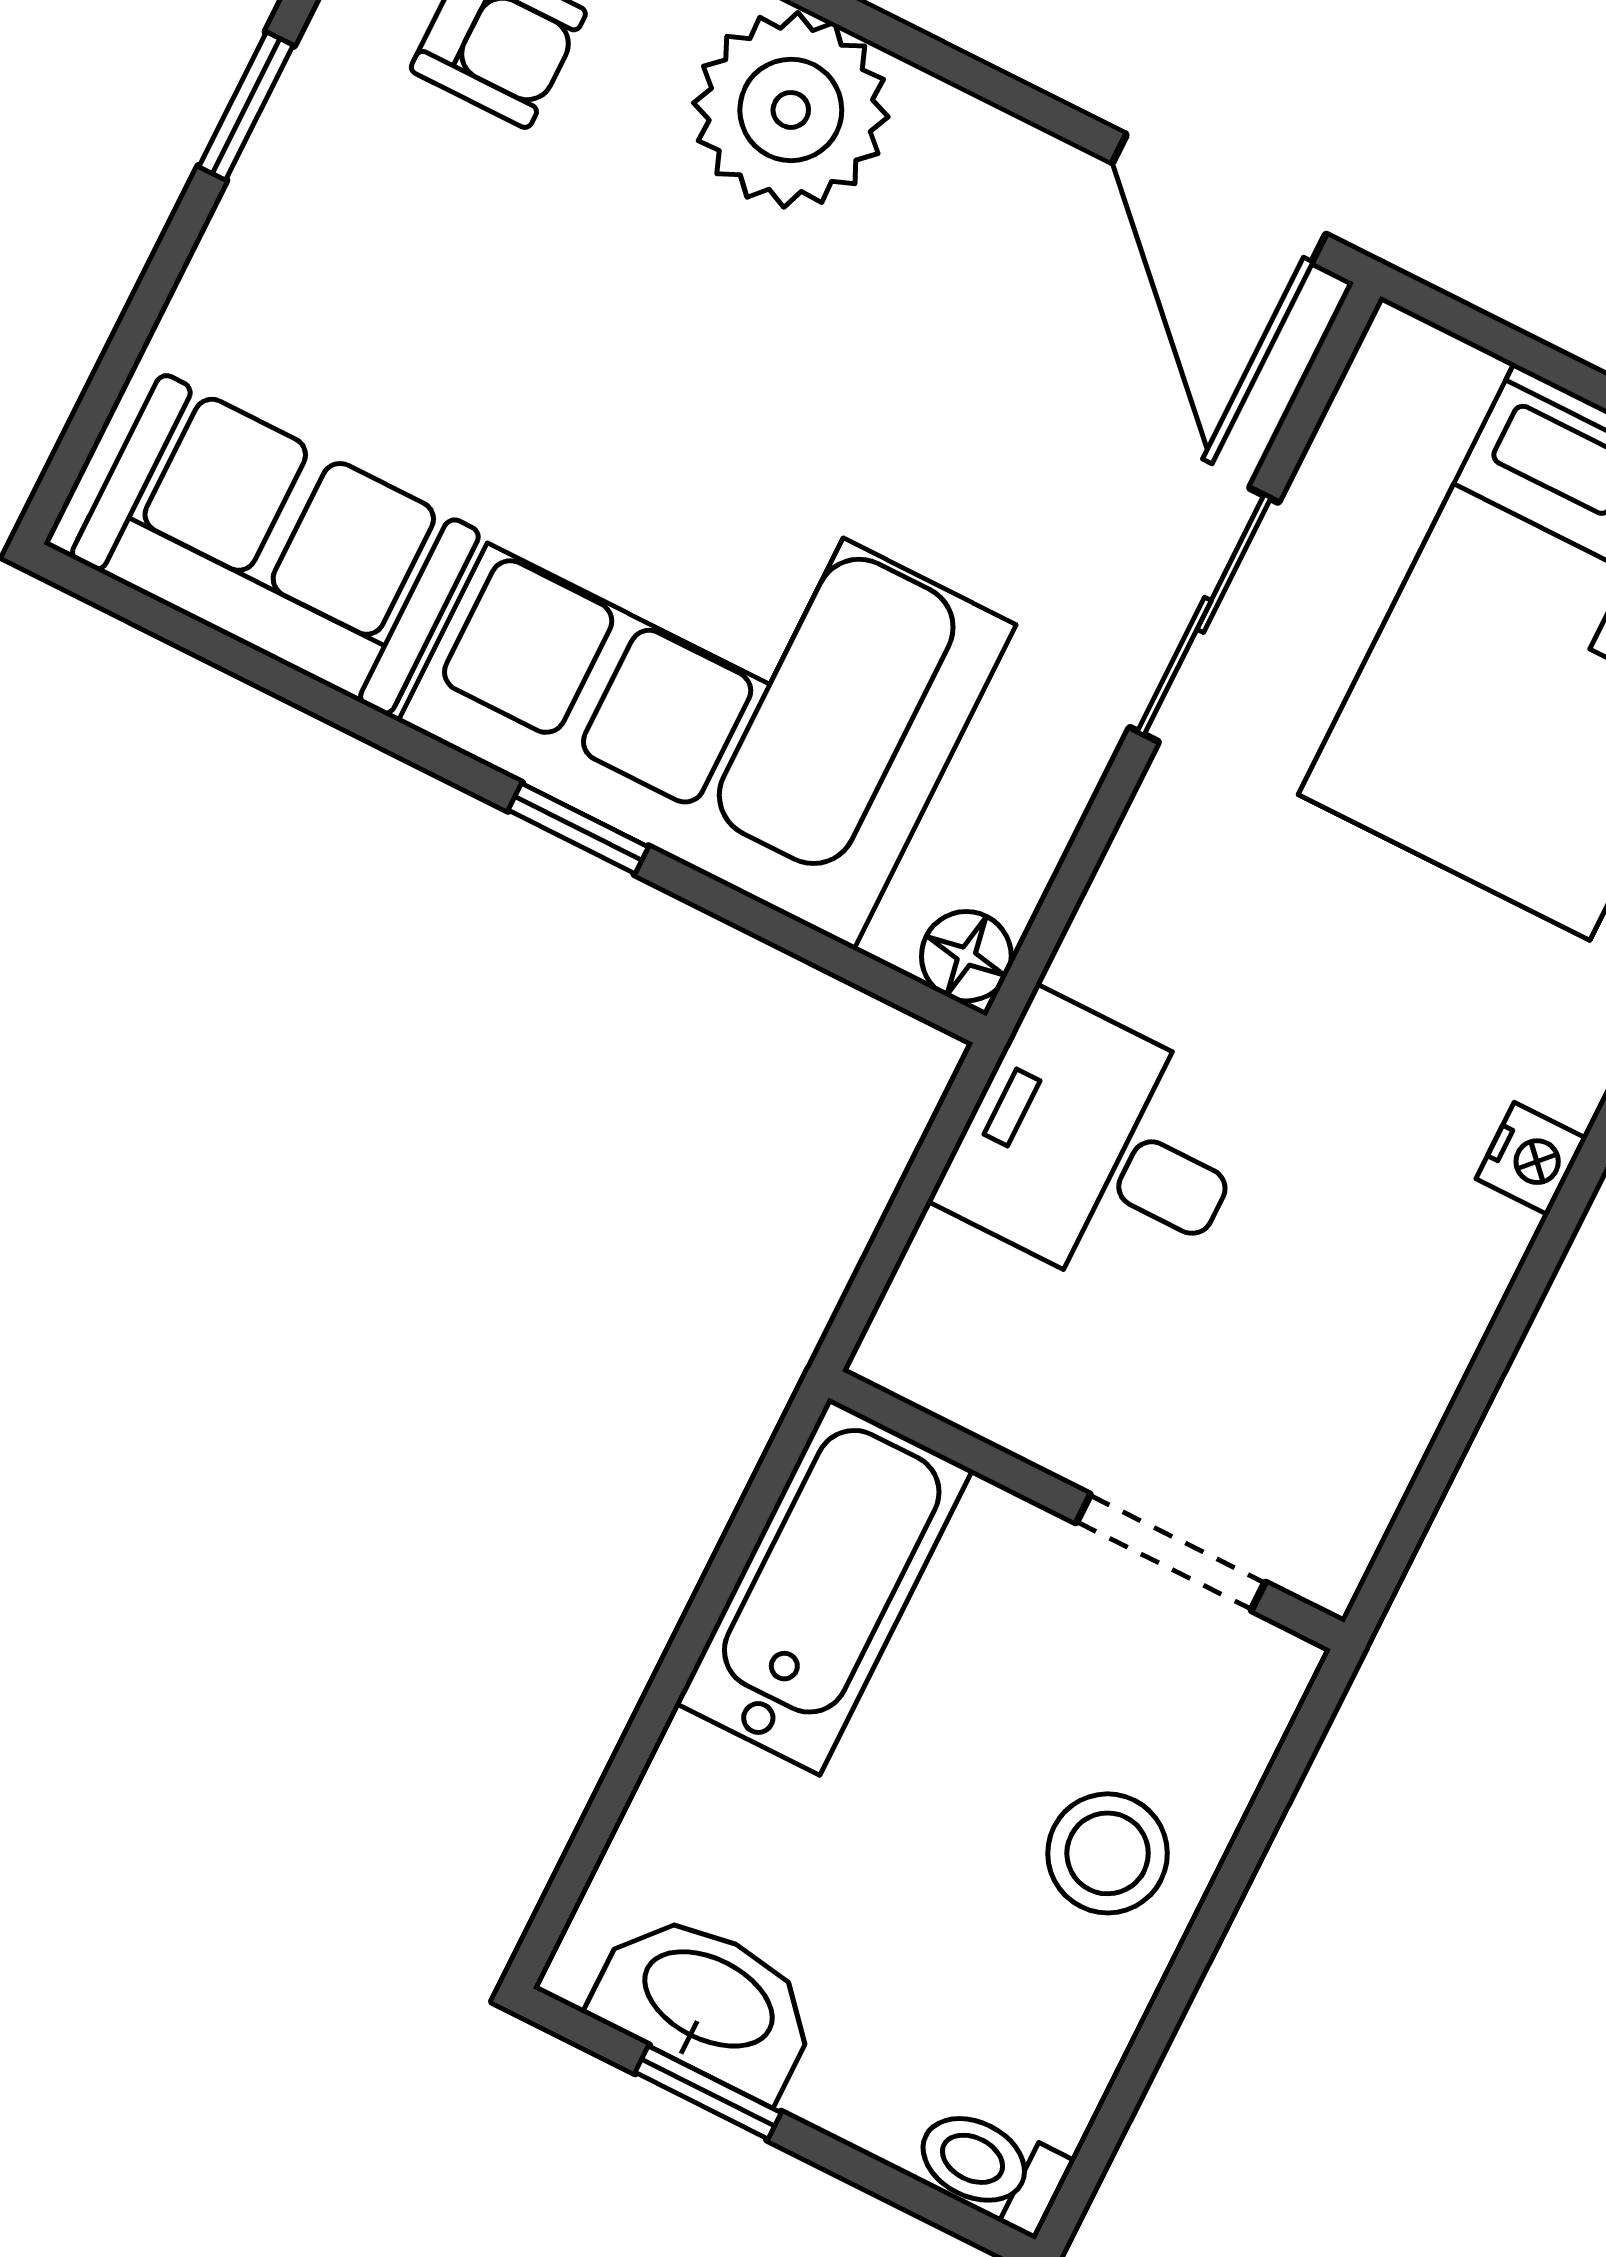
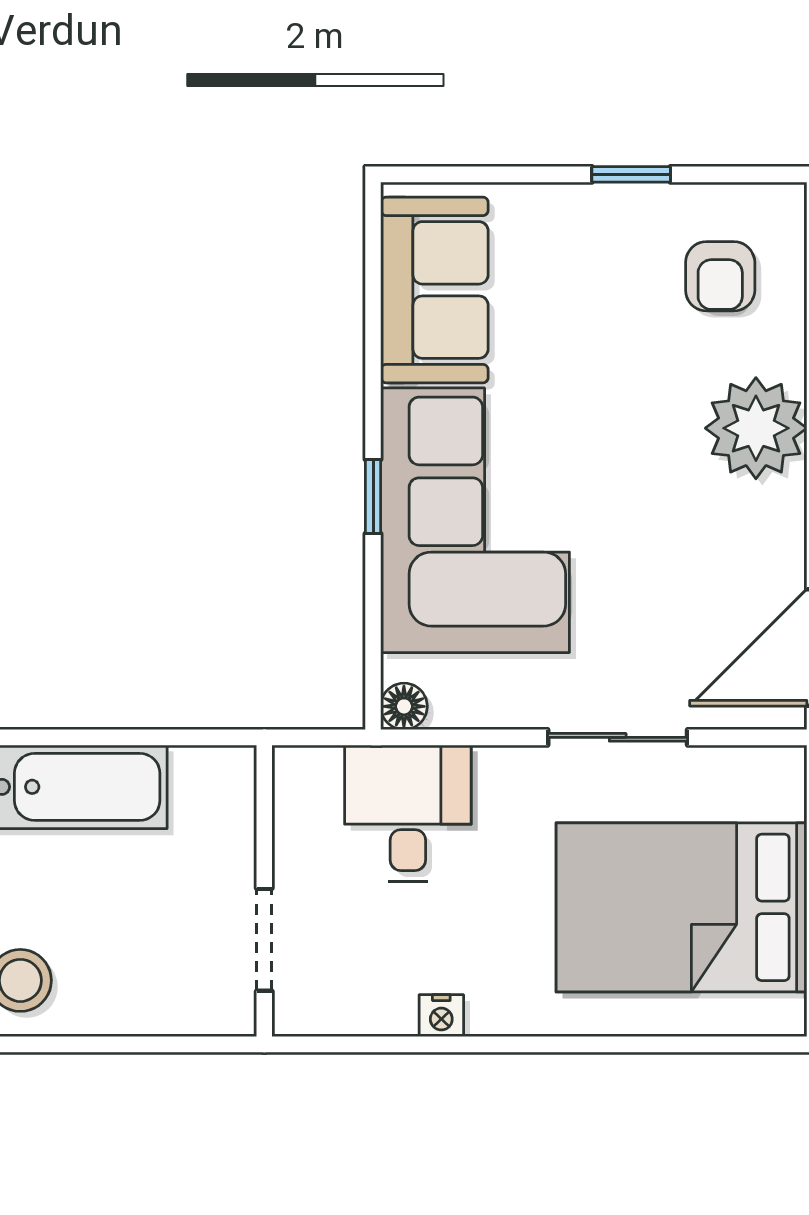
desk: (1099, 1151) -> (408, 813), moved
wall: (1086, 1510) -> (264, 891), moved
doorway: (1171, 1552) -> (264, 940), moved

